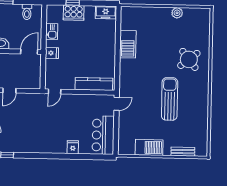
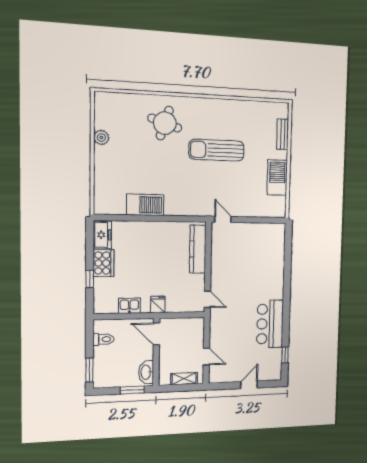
cooker: (74, 13) -> (104, 263), moved
round table: (189, 59) -> (165, 123), turned -34
bar counter: (103, 135) -> (270, 324), moved, turned 90
fridge: (73, 147) -> (276, 274), removed

